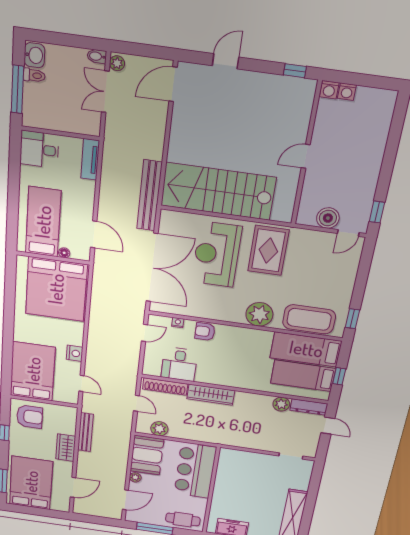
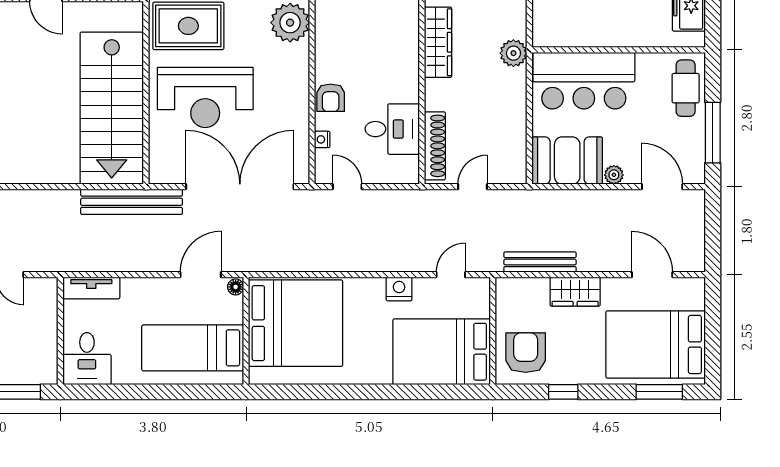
floor lamp: (64, 253) -> (236, 287), moved
wardrobe: (211, 395) -> (438, 42), moved
plant: (159, 429) -> (513, 53), moved

